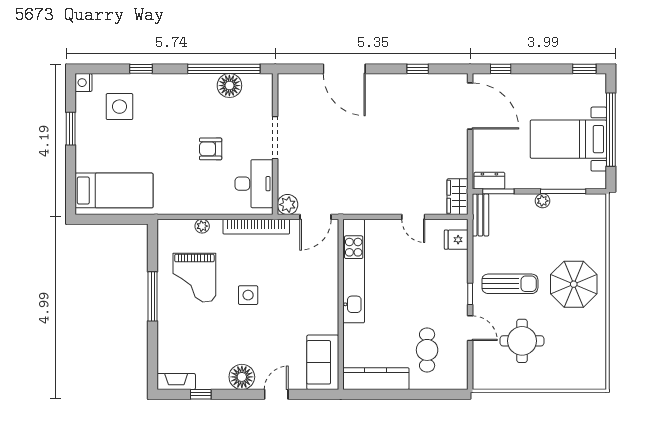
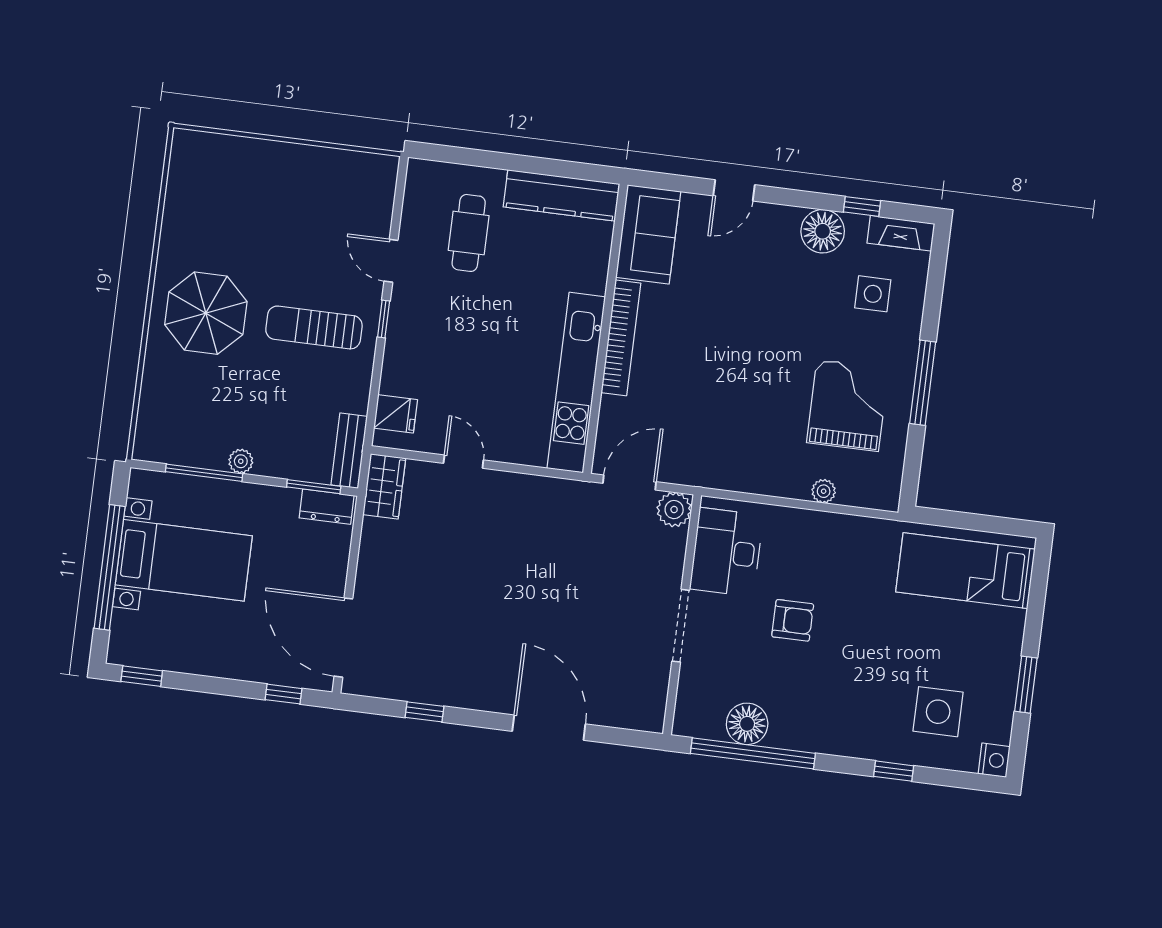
bookcase: (256, 227) -> (621, 338), moved, turned 90
side table: (248, 295) -> (873, 294), moved
round table: (522, 341) -> (306, 228), removed
floor lamp: (242, 377) -> (823, 231), moved

